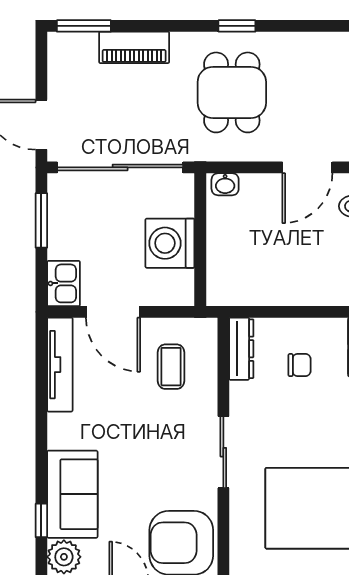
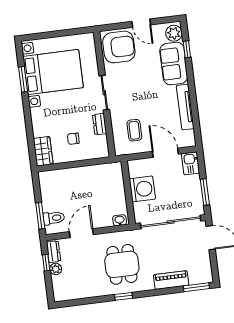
dresser: (241, 349) -> (100, 124), moved, width x0.70
tv unit: (60, 365) -> (185, 107), moved

